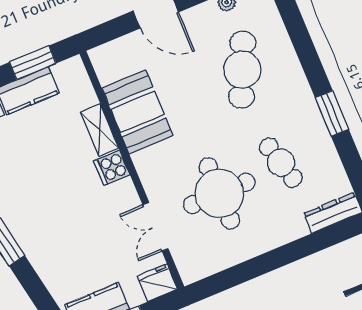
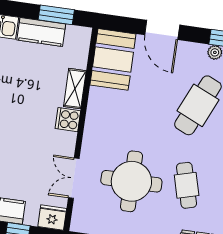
booth: (137, 112) -> (113, 59), moved

